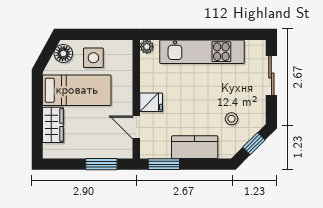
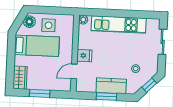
wardrobe: (53, 125) -> (20, 78), moved
door: (136, 127) -> (74, 71), hinge flipped
window: (101, 164) -> (40, 93), moved
window: (164, 164) -> (106, 96), moved

